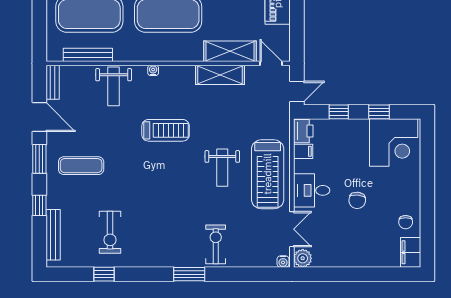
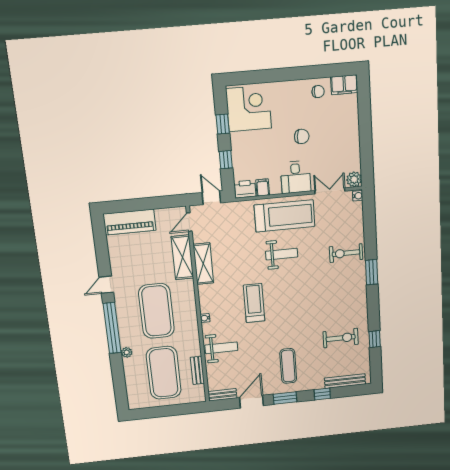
bench: (88, 55) -> (197, 370), width x0.73

